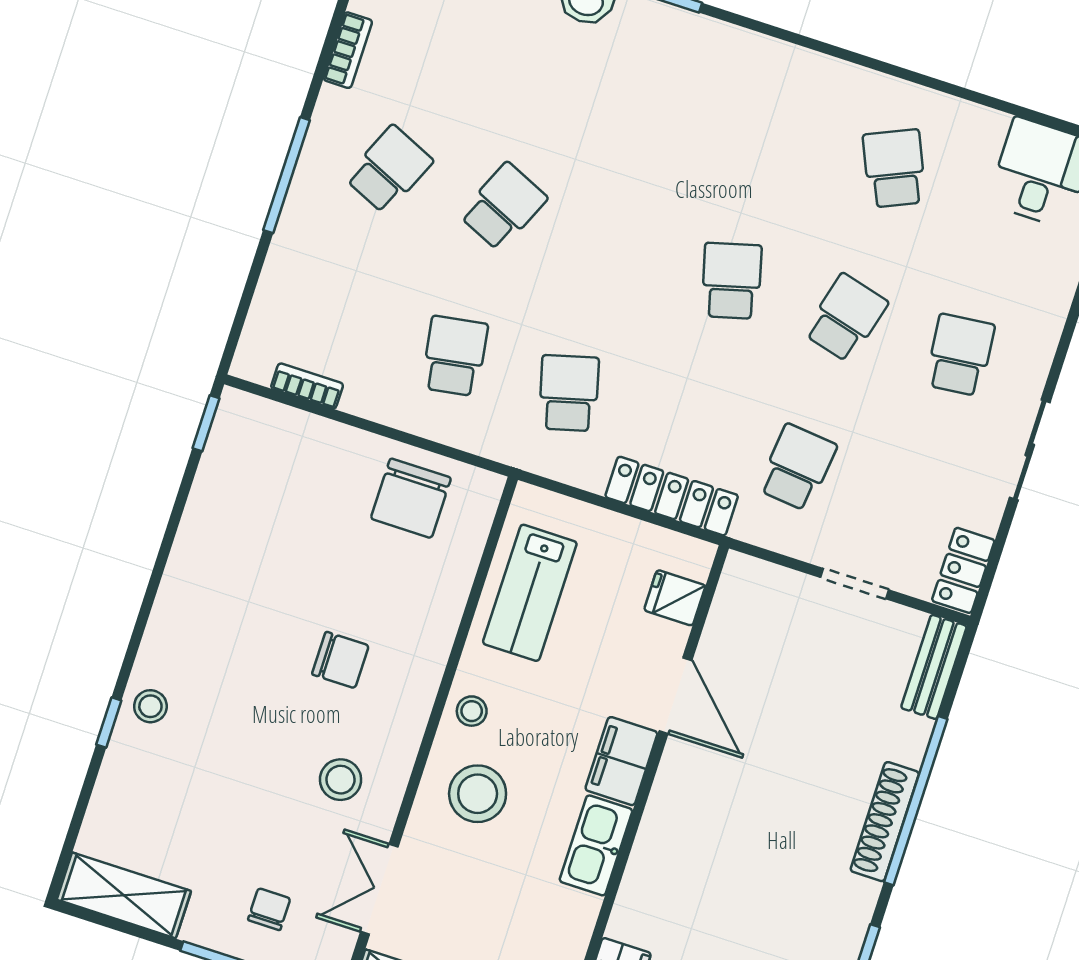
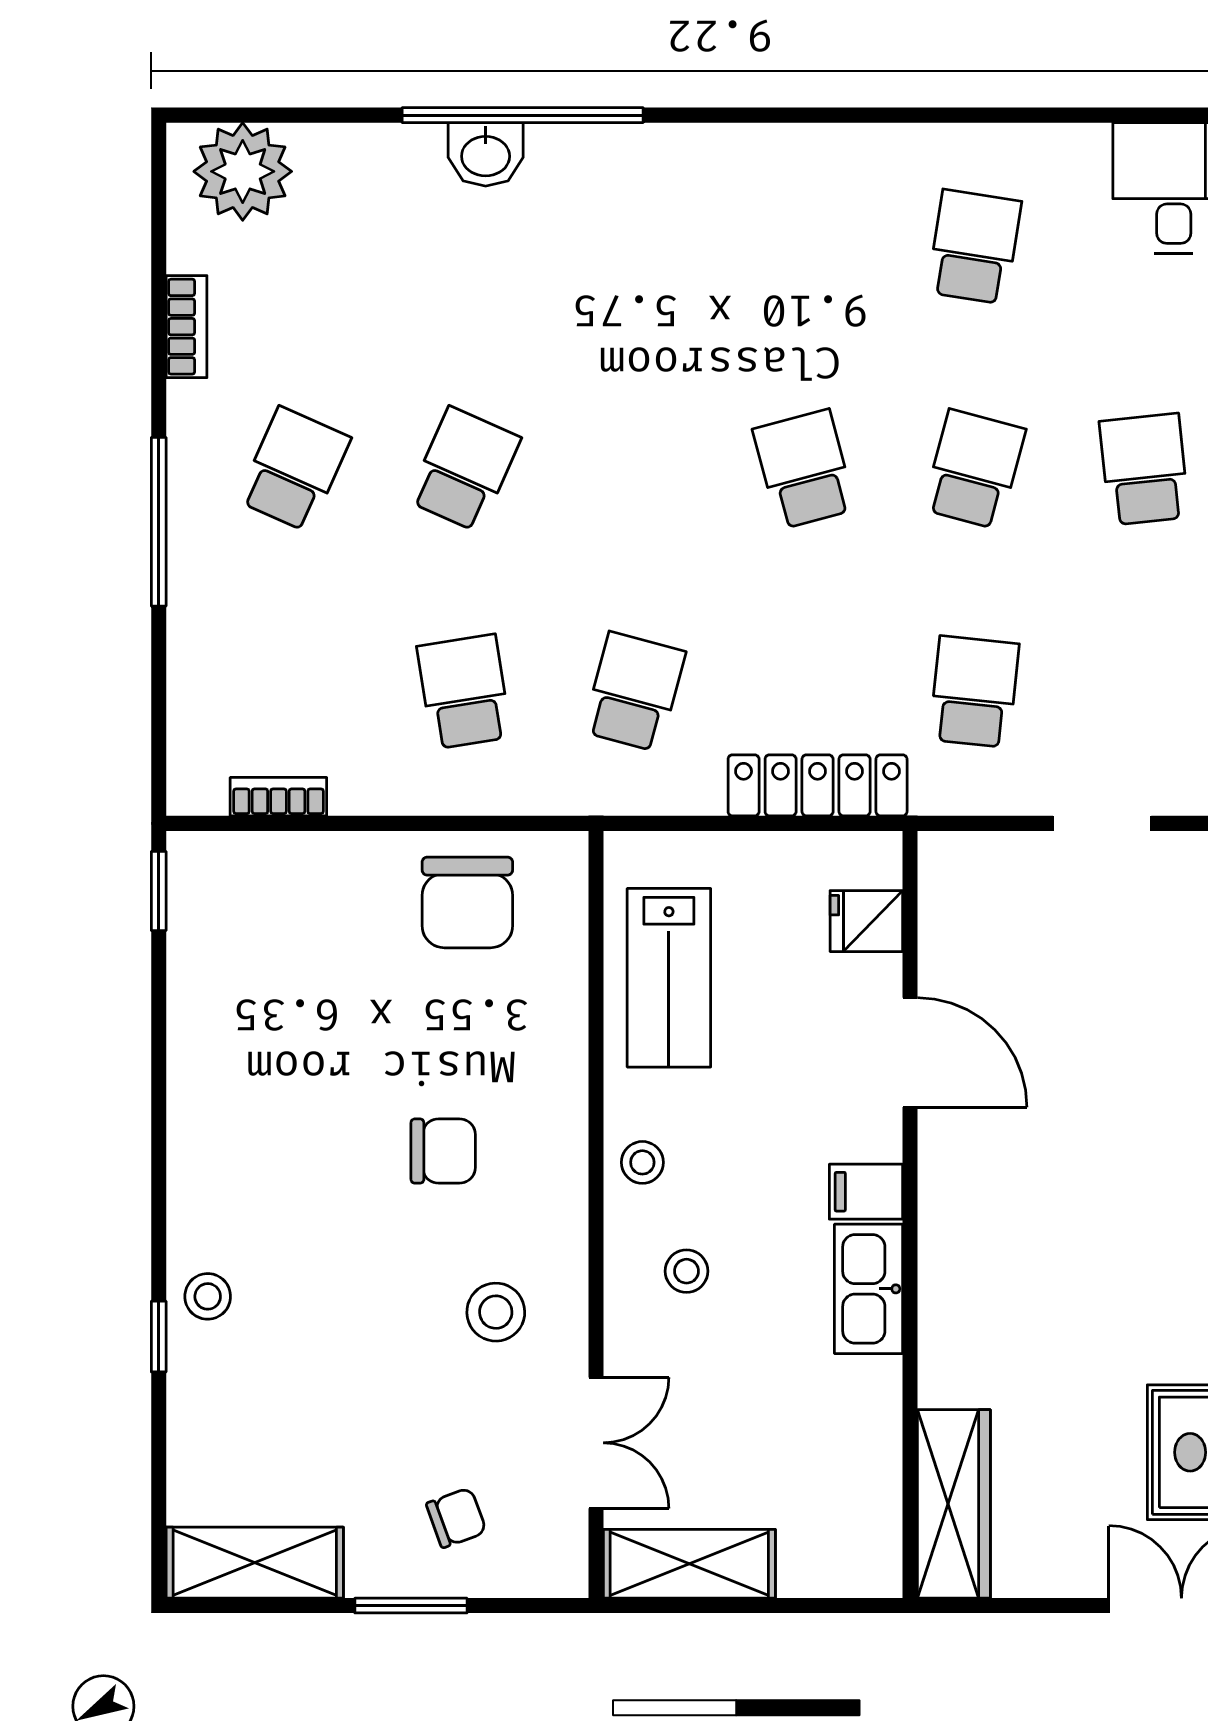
school desk: (894, 168) -> (974, 247), turned 33
school desk: (569, 393) -> (634, 692), turned 30
filing cabinet: (621, 761) -> (866, 1192), width x0.50
stool: (478, 794) -> (687, 1271), width x0.53, depth x0.53
double door: (379, 889) -> (596, 1443), swing flipped
chair: (269, 909) -> (456, 1518), turned 70

